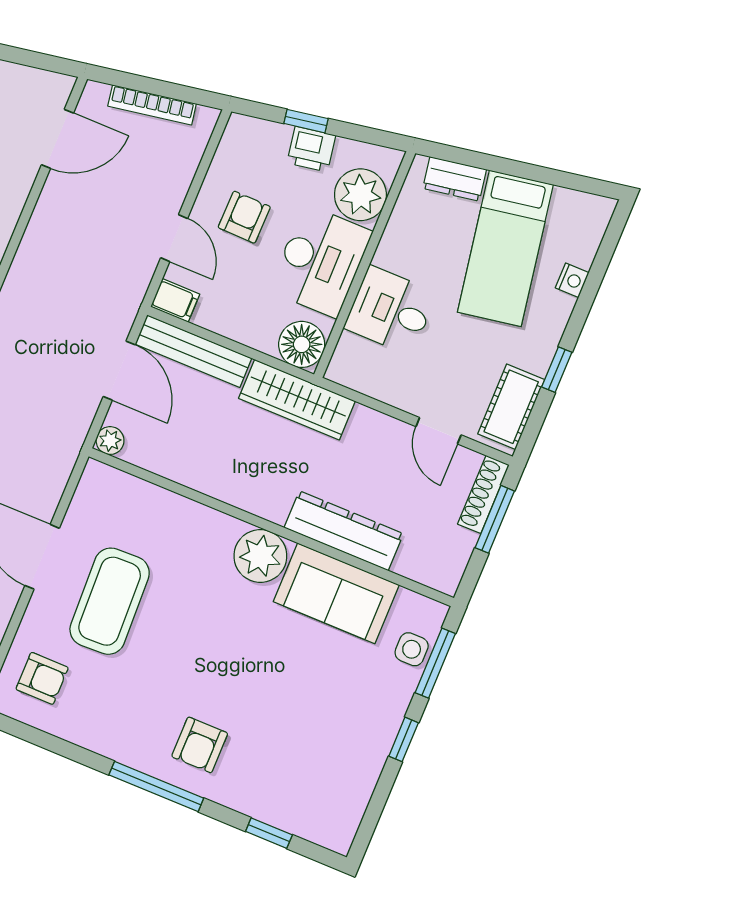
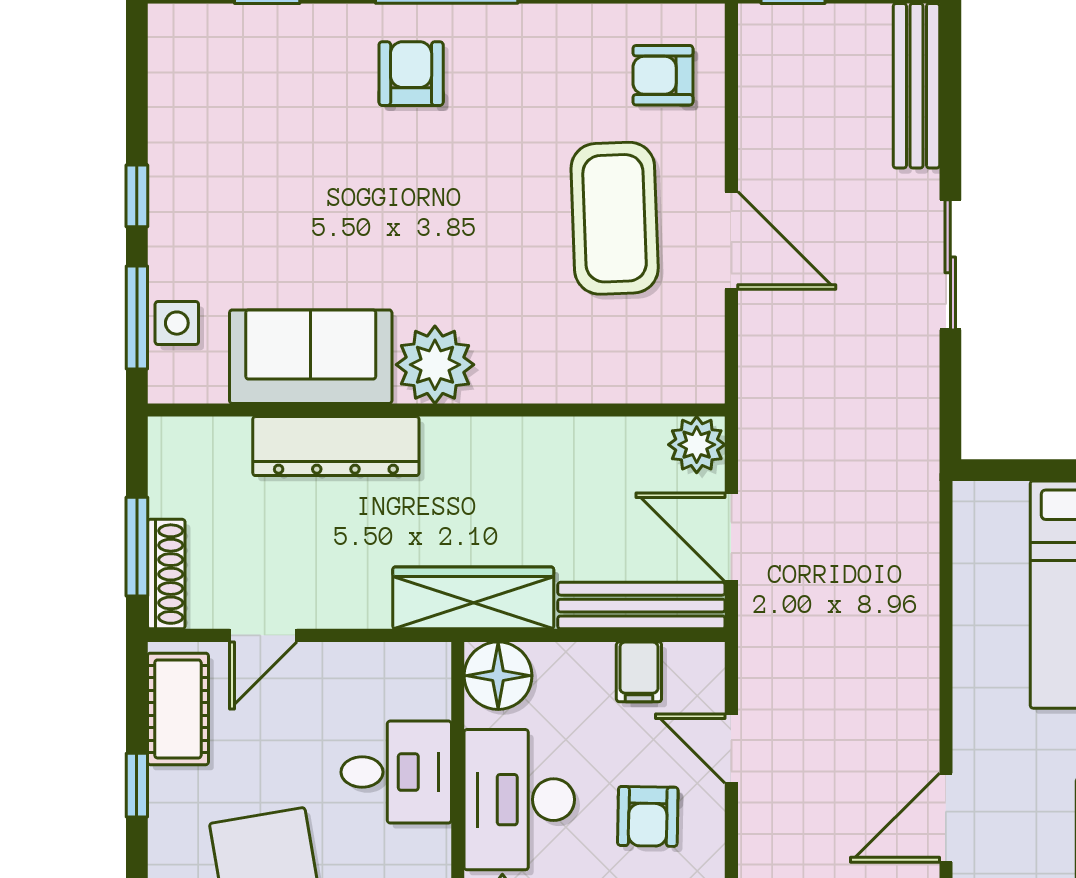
filing cabinet: (175, 300) -> (639, 672), moved, turned -90
door: (439, 431) -> (263, 635), swing flipped
plant: (110, 441) -> (697, 445), width x1.38, depth x1.38

